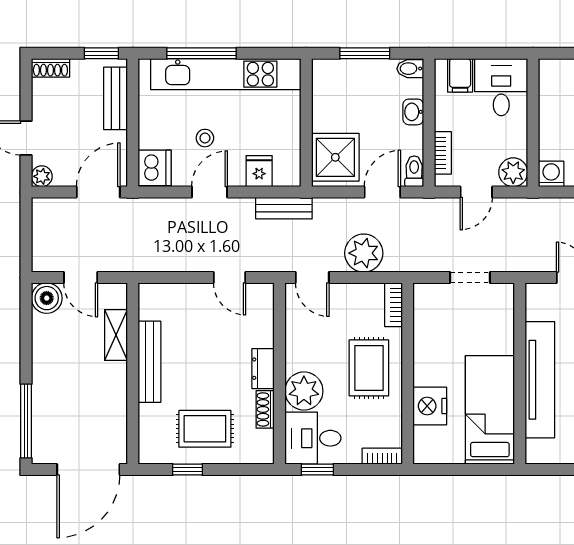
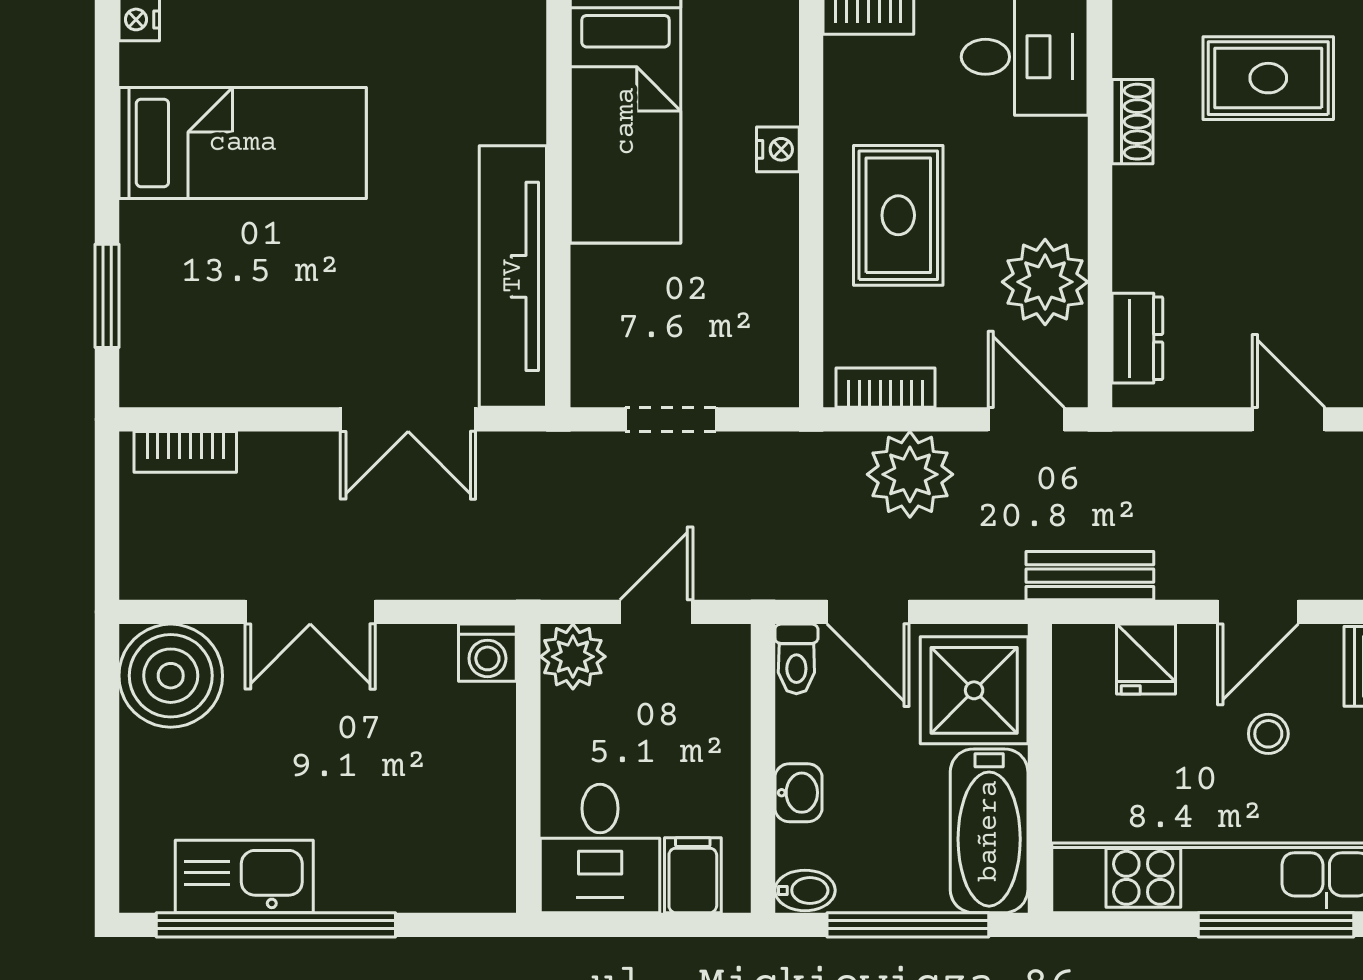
window: (365, 53) -> (908, 925), width x1.44
bathtub: (329, 95) -> (989, 831), added
bookcase: (443, 153) -> (732, 700), removed
door: (382, 192) -> (868, 612), hinge flipped
door: (230, 277) -> (1288, 419), moved
bookcase: (394, 305) -> (886, 388), moved, turned -90
dresser: (263, 369) -> (1137, 338), moved
tv unit: (540, 380) -> (513, 276), moved
plant: (304, 391) -> (1045, 282), moved
nightstand: (430, 406) -> (778, 149), width x0.53, depth x0.56

